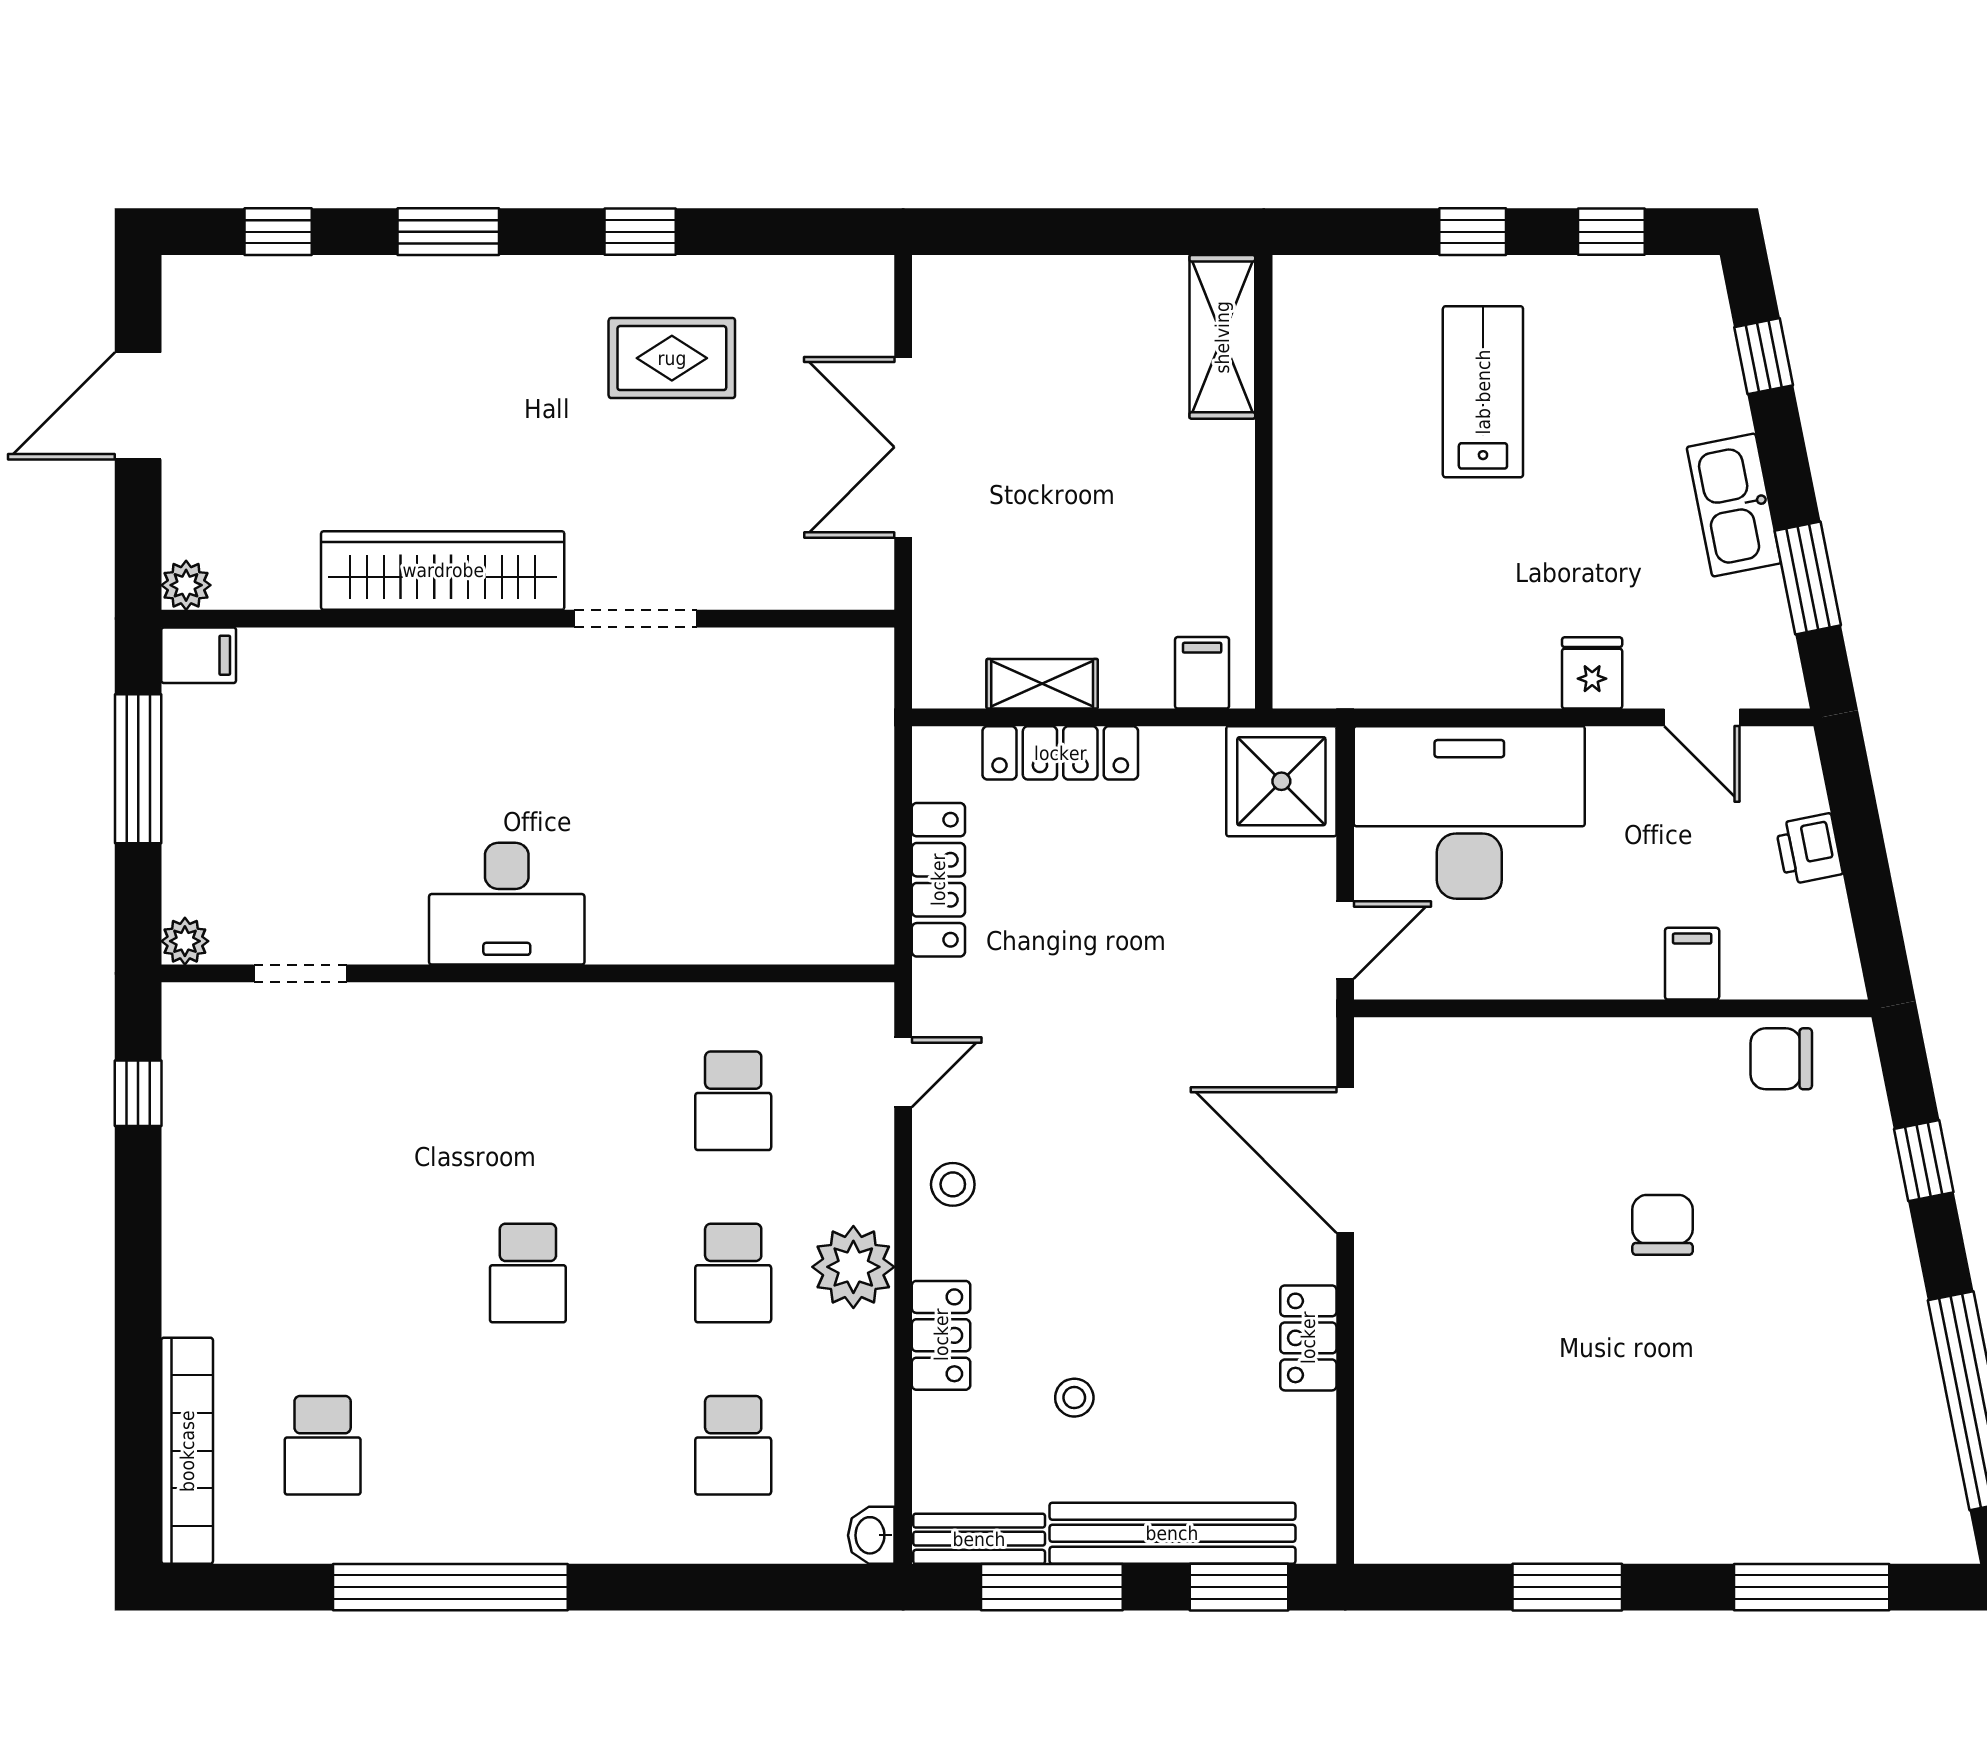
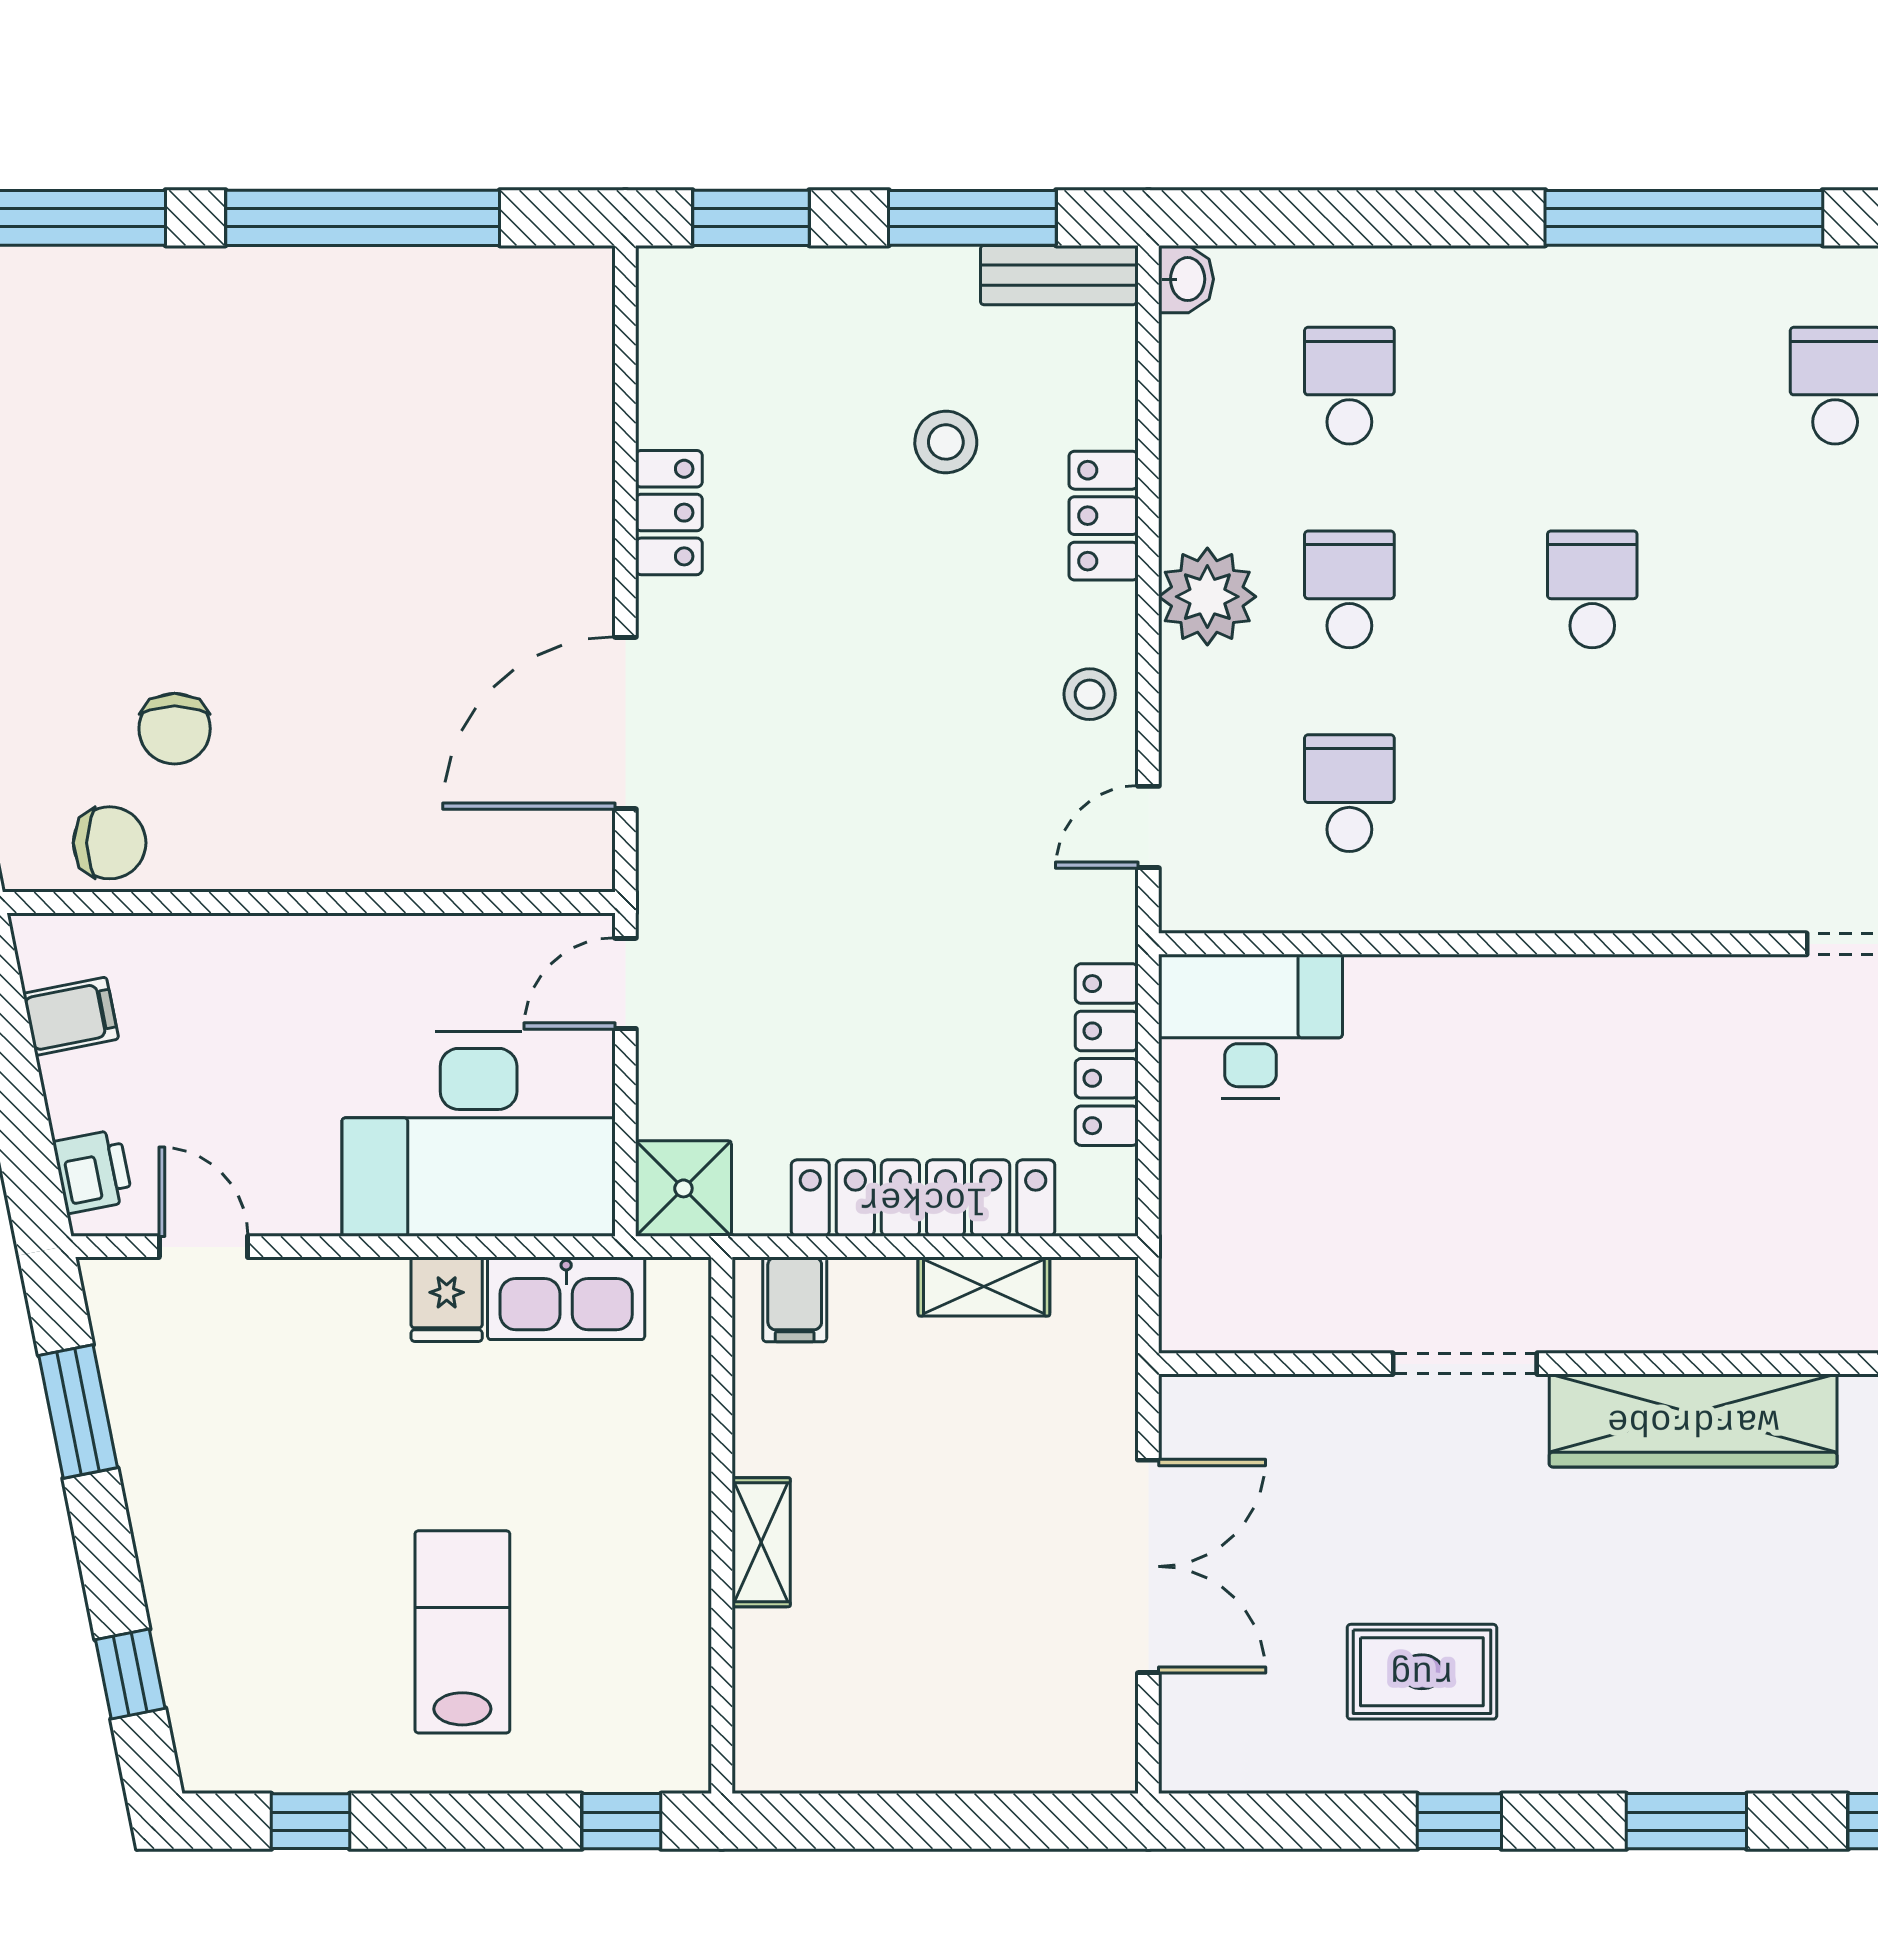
window: (1473, 232) -> (621, 1821), moved
shelving: (1222, 337) -> (761, 1542), moved, width x0.67, depth x0.75
lab bench: (1483, 392) -> (462, 1632), turned 180
kitchen sink: (1734, 505) -> (566, 1298), moved, turned 101
fridge: (1592, 673) -> (447, 1299), moved
locker: (1060, 753) -> (923, 1198), width x1.41, depth x1.21
shower: (1281, 781) -> (683, 1188), width x0.73, depth x0.73
printer: (1809, 849) -> (93, 1171), moved
desk: (507, 904) -> (1250, 1026), moved
filing cabinet: (1692, 964) -> (71, 1016), moved, turned -101
door: (1345, 1160) -> (625, 723), swing flipped
chair: (1663, 1225) -> (175, 729), moved
stool: (1074, 1398) -> (946, 442), width x1.37, depth x1.37
bench: (1172, 1533) -> (830, 281), removed
window: (1567, 1587) -> (363, 218), width x2.11

